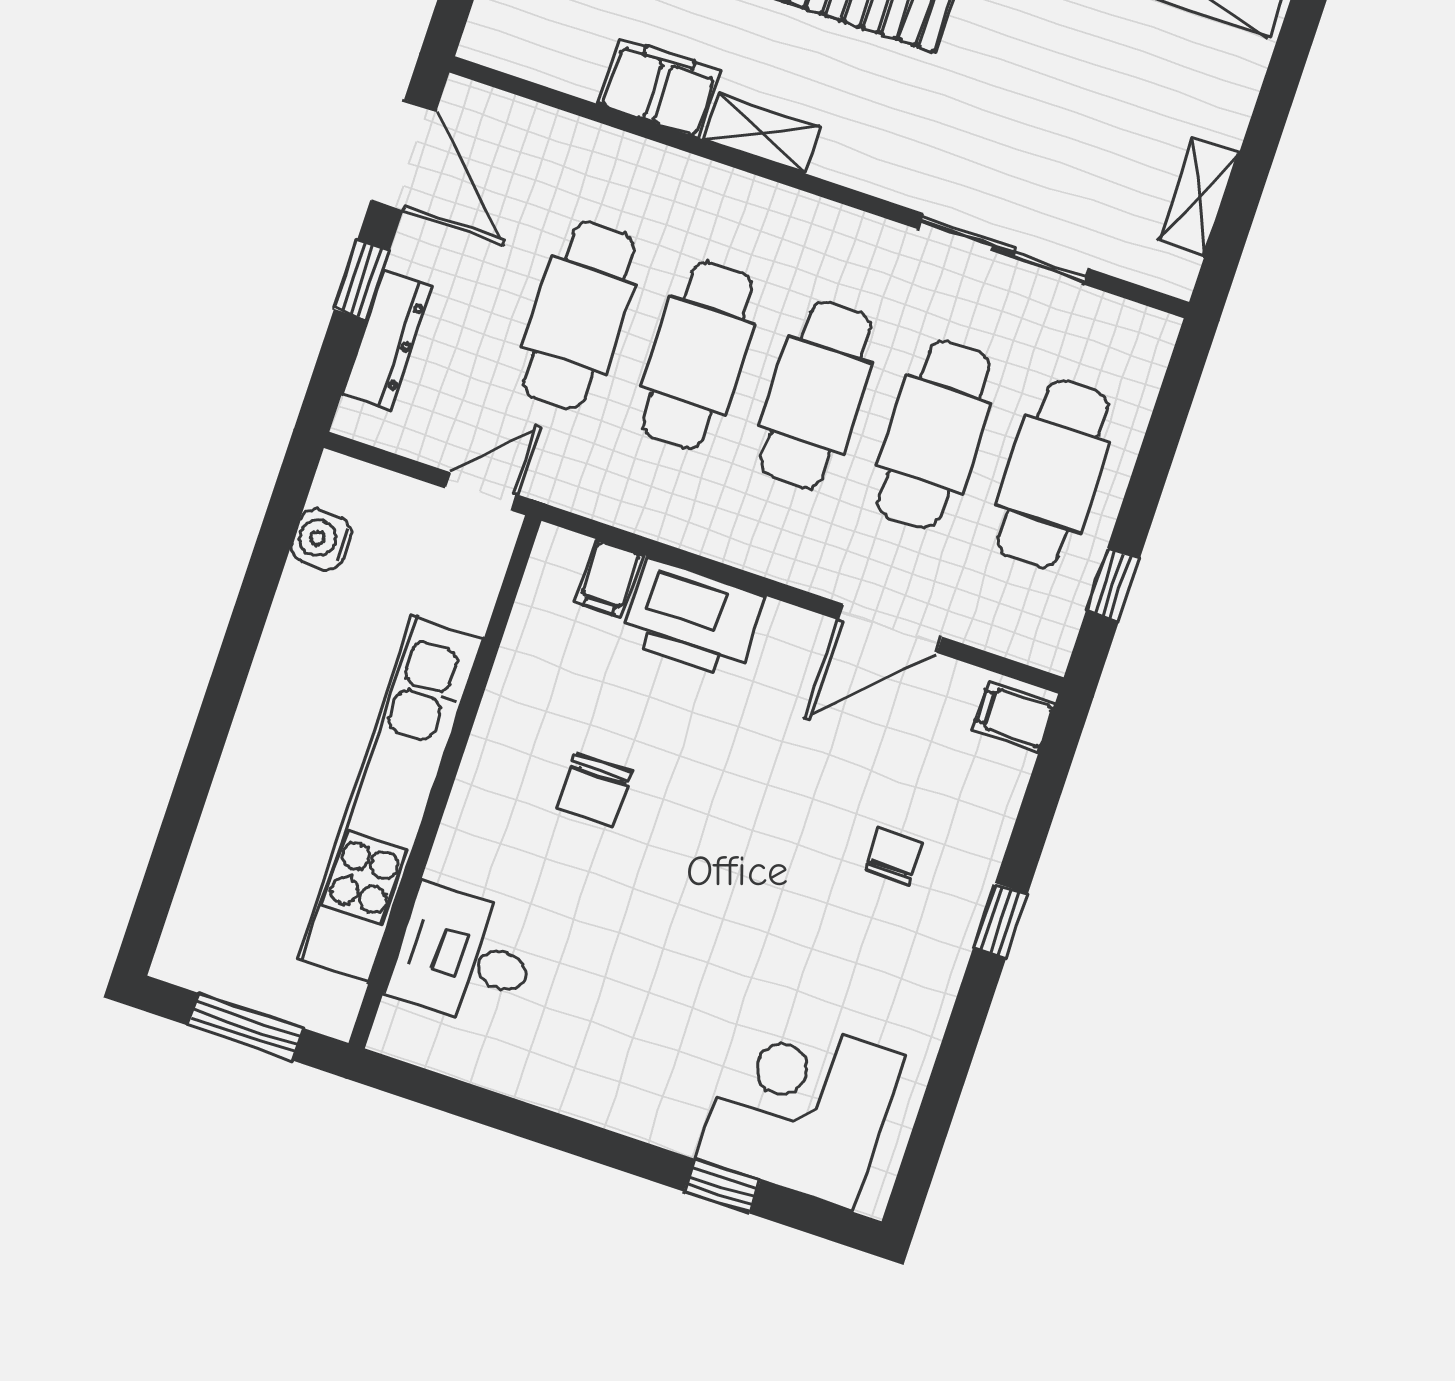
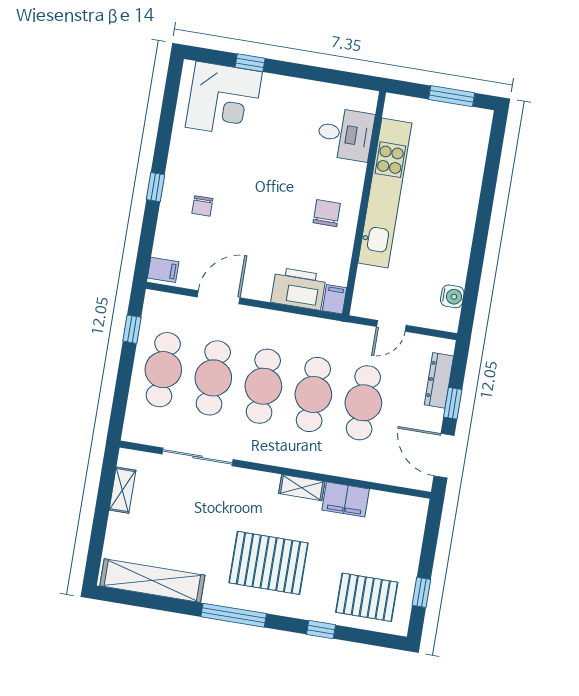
wall: (445, 782) -> (364, 203), moved
kitchen unit: (391, 799) -> (385, 193), moved
desk: (464, 957) -> (345, 134), moved

